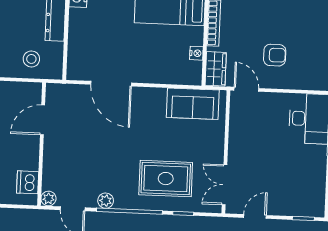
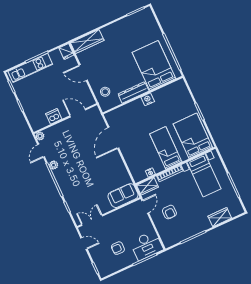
sofa: (193, 104) -> (123, 196), moved, turned 90
armchair: (290, 166) -> (118, 248), added
rug: (166, 179) -> (80, 189), removed
dishwasher: (28, 182) -> (54, 116), moved

